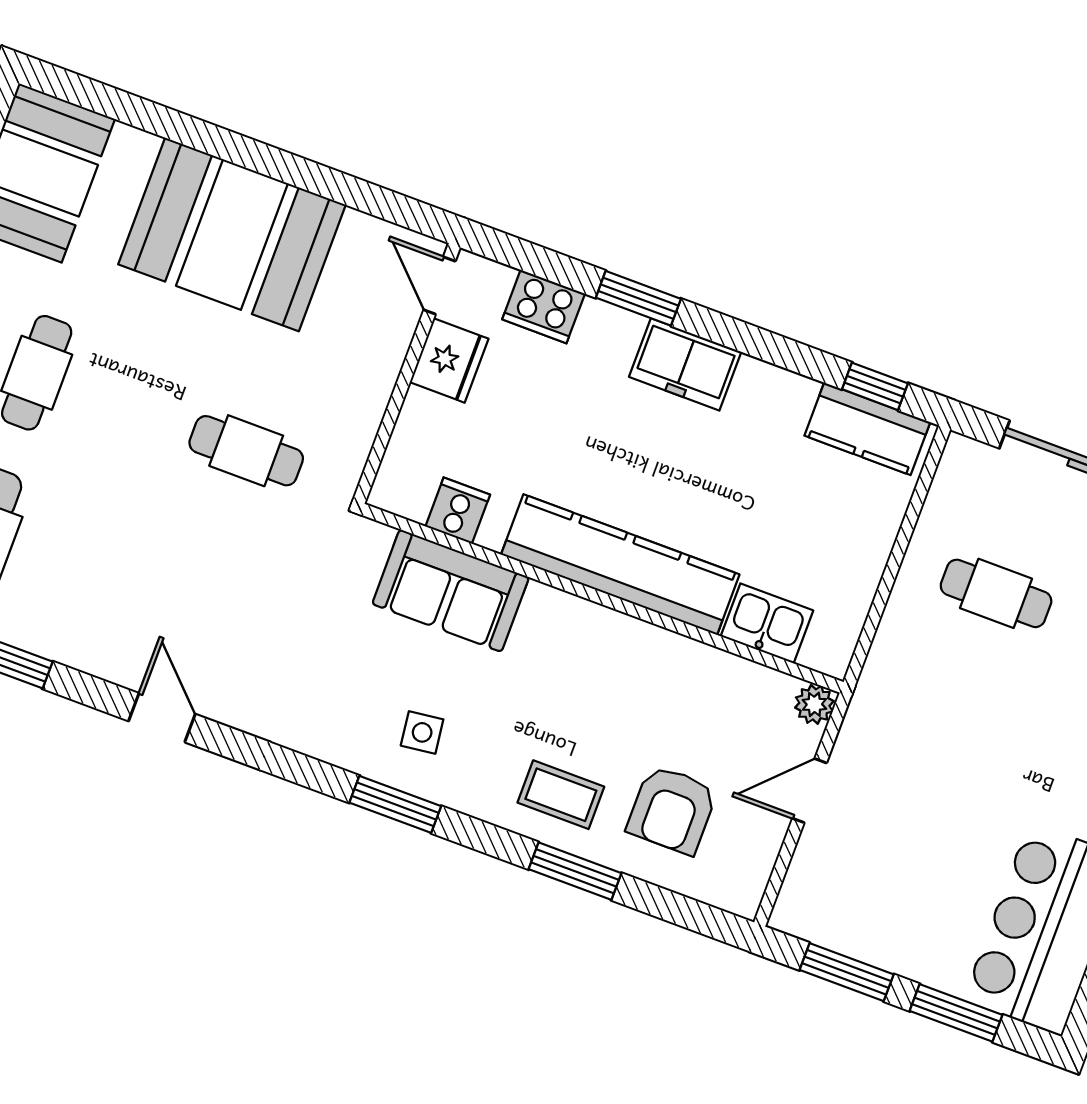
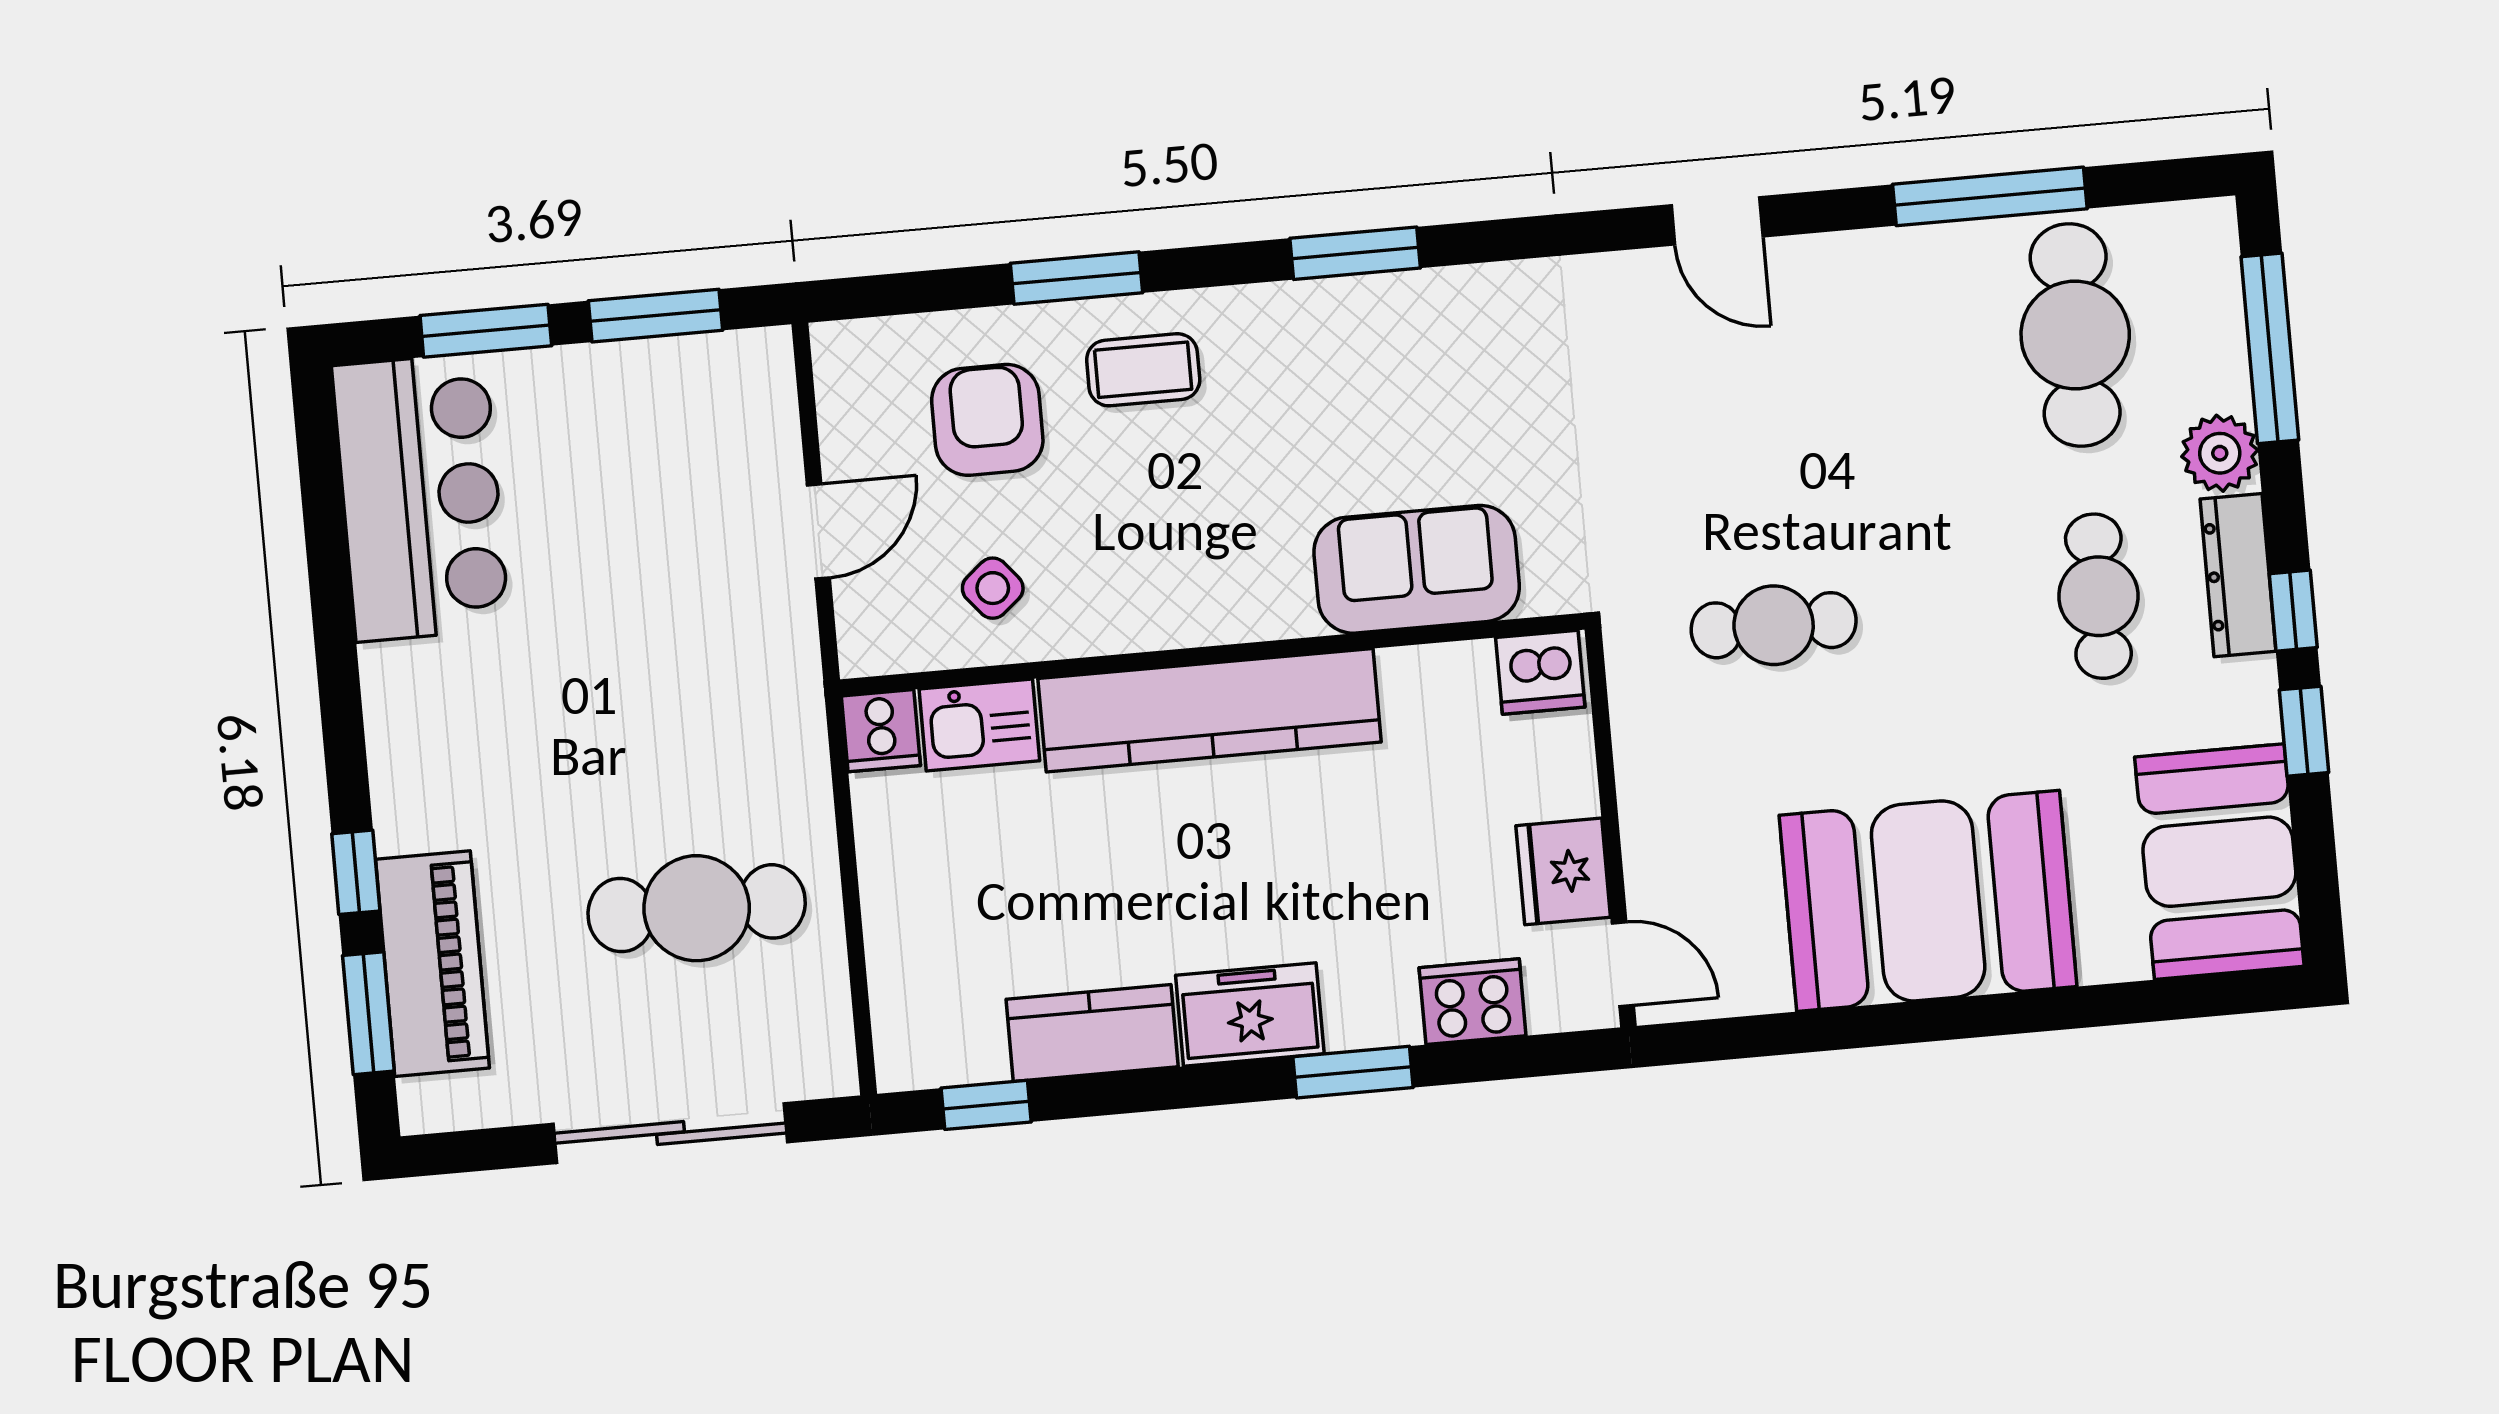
kitchen counter: (867, 429) -> (1092, 1033), moved
dishwasher: (404, 490) -> (1540, 672), added
cooker: (458, 511) -> (881, 731), moved
cafe table: (996, 593) -> (697, 908), width x1.37, depth x1.35
plant: (814, 704) -> (866, 648), removed
side table: (422, 732) -> (993, 588), moved, turned -33

